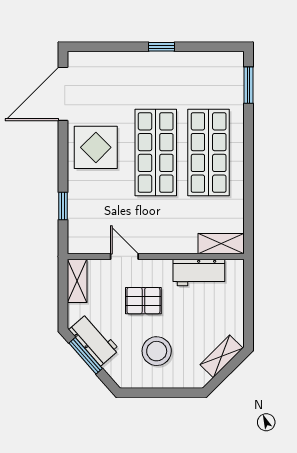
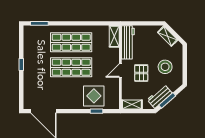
display table: (96, 147) -> (94, 96), moved
door: (124, 257) -> (120, 71), moved
workbench: (199, 272) -> (128, 42), width x1.37

